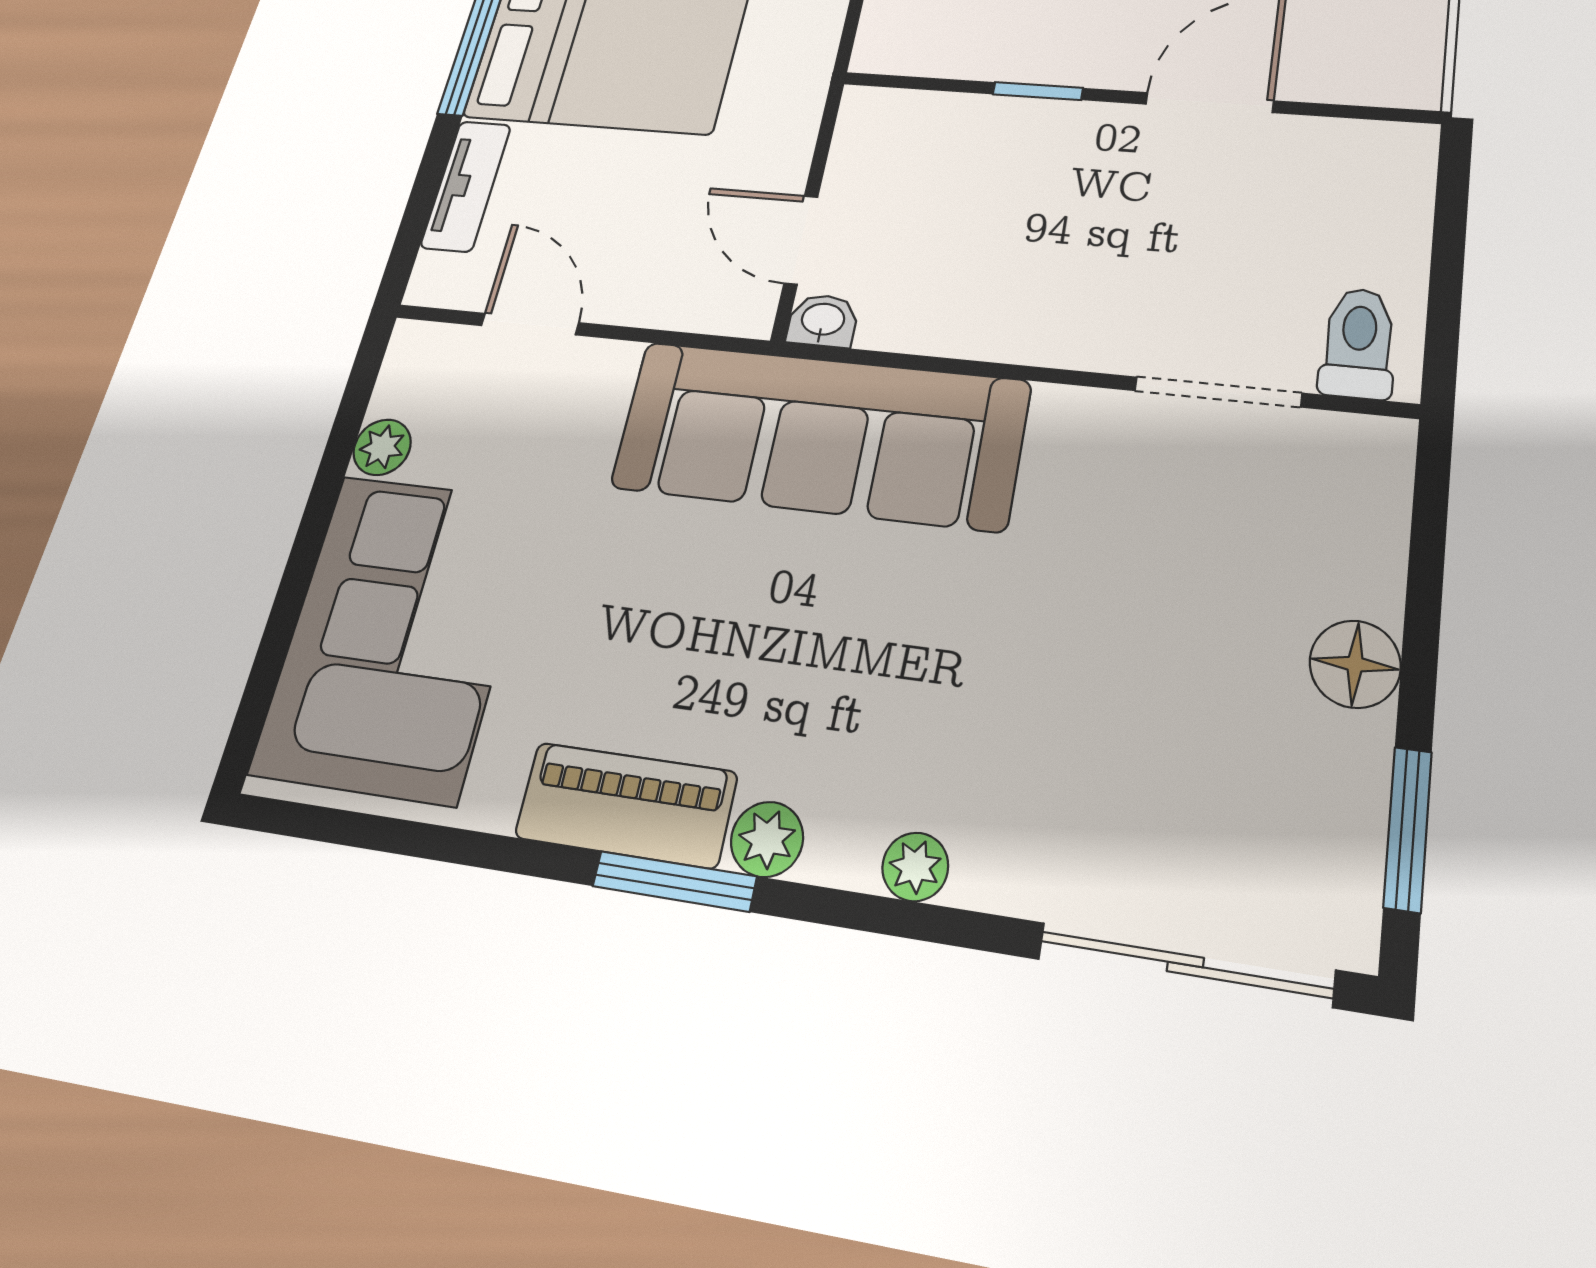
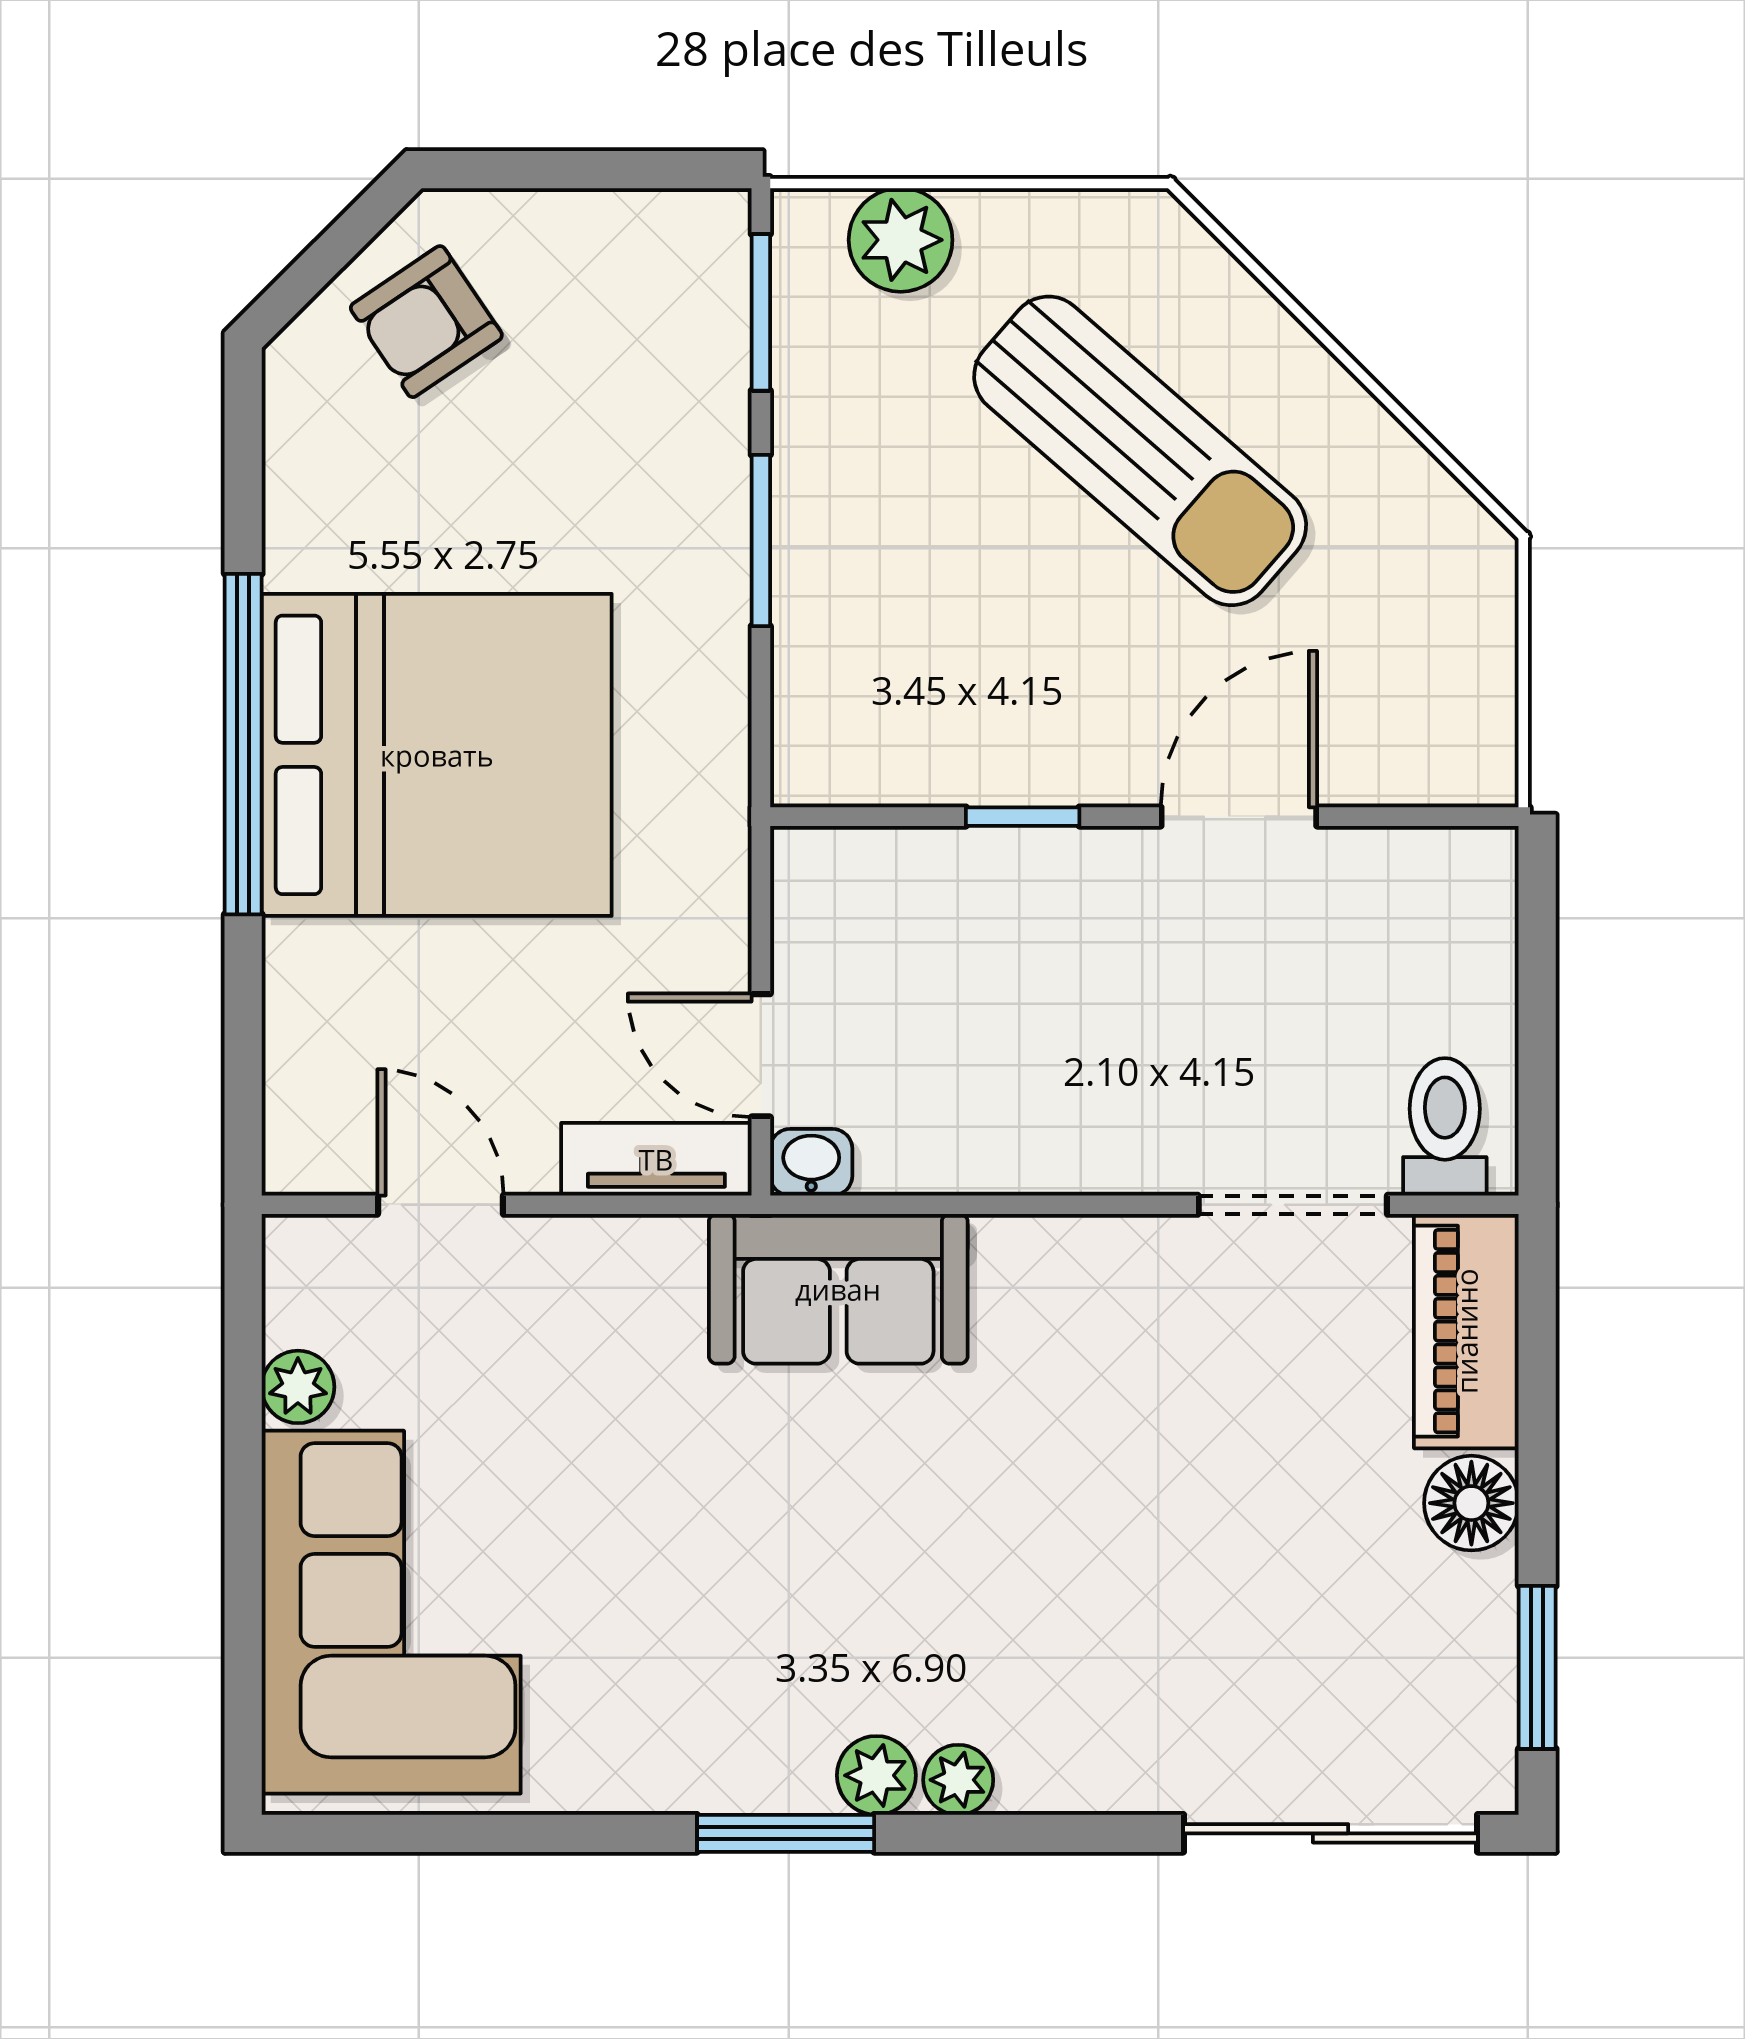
tv unit: (466, 186) -> (656, 1159), moved, turned -90
sofa: (820, 434) -> (838, 1289), width x0.54, depth x0.79
piano: (626, 805) -> (1466, 1331), moved, turned -90
plant: (915, 867) -> (958, 1780), moved

